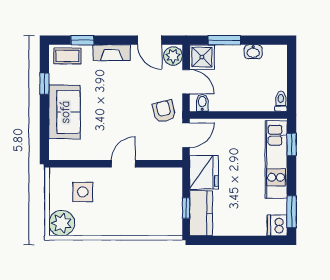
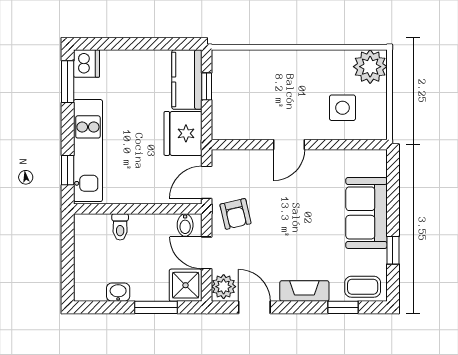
toilet: (281, 101) -> (120, 227), moved

